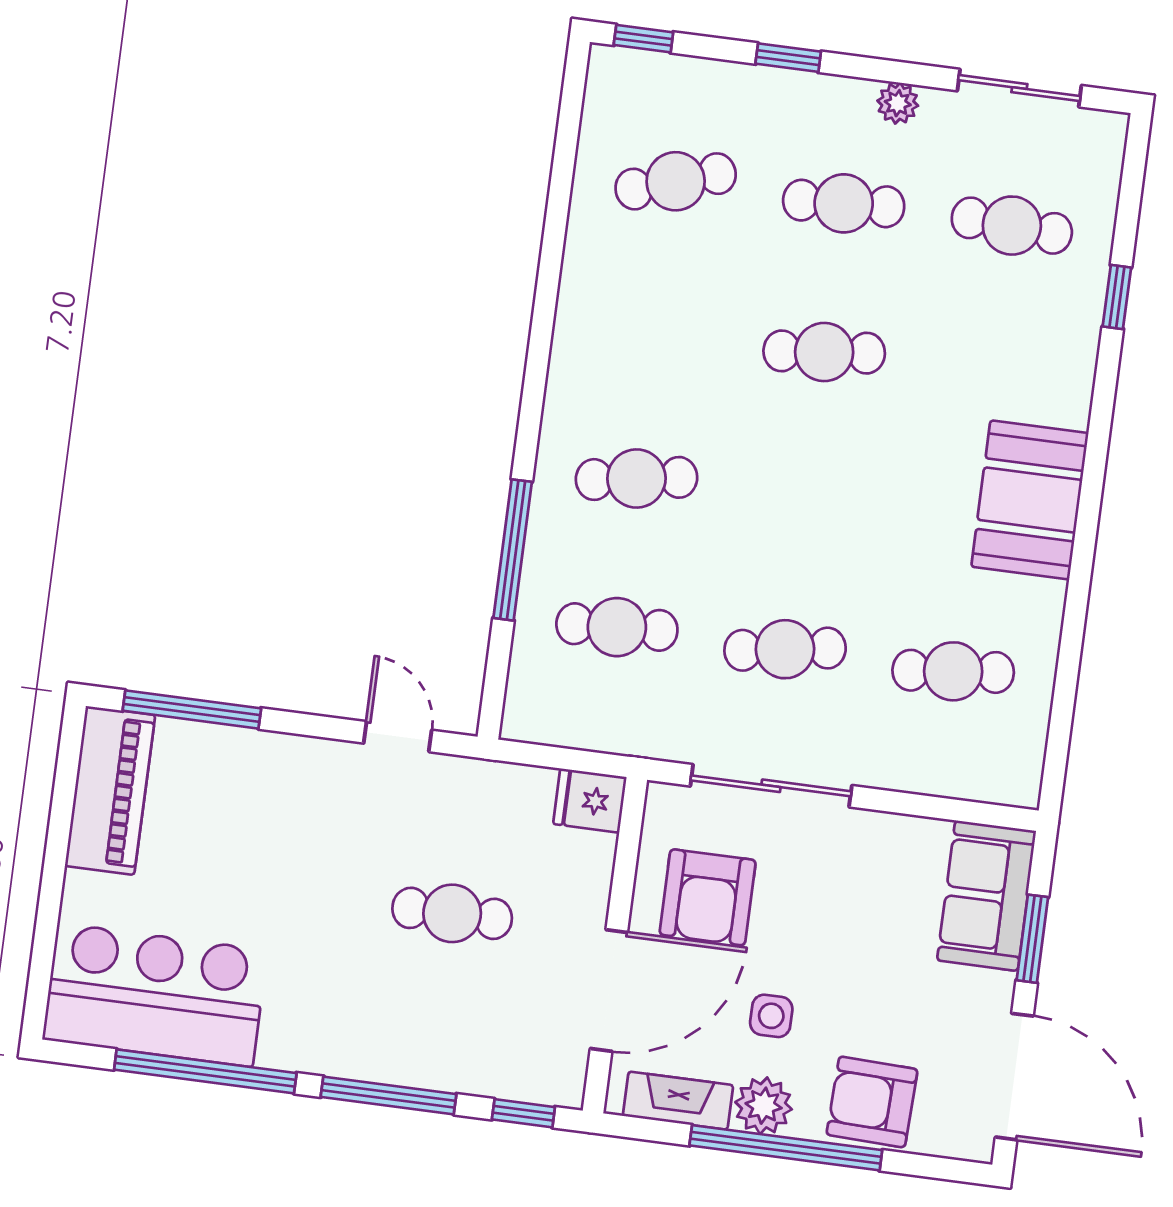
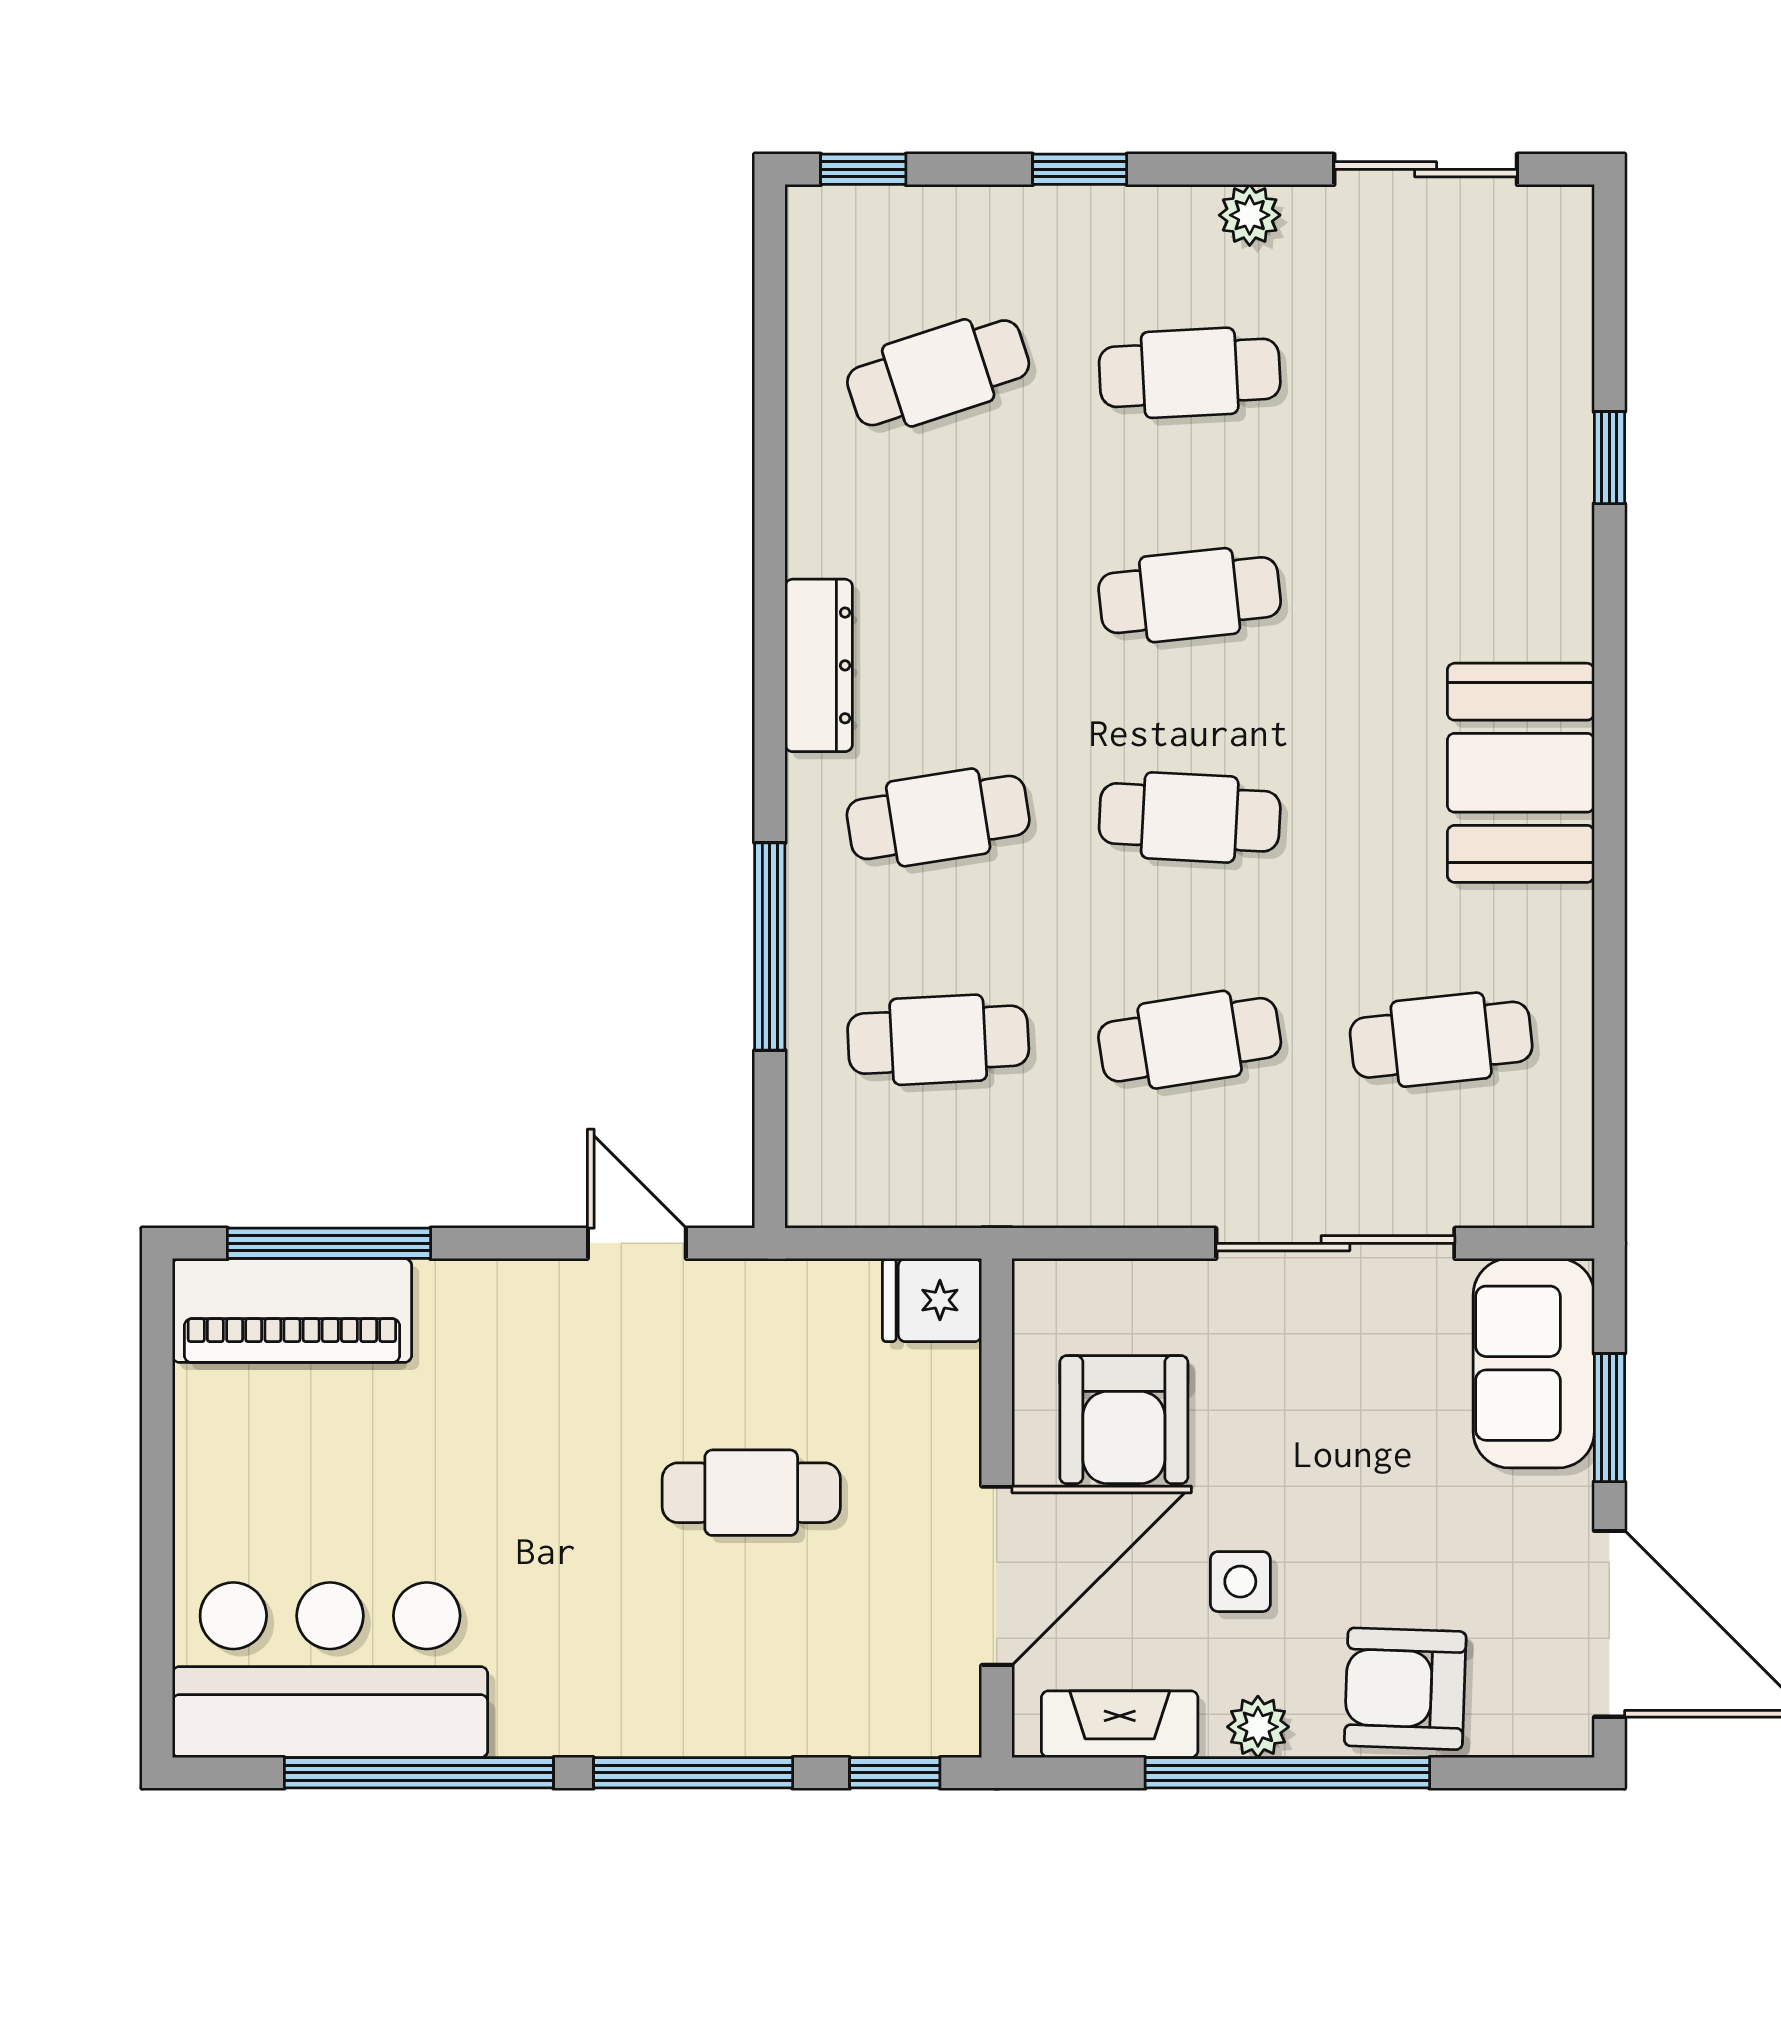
cafe table: (1012, 226) -> (1190, 817), moved
dresser: (570, 366) -> (819, 665), added
sliding door: (771, 786) -> (1335, 1243), moved
piano: (110, 790) -> (292, 1310), moved, turned 90
plant: (764, 1106) -> (1258, 1727), width x0.73, depth x0.73

